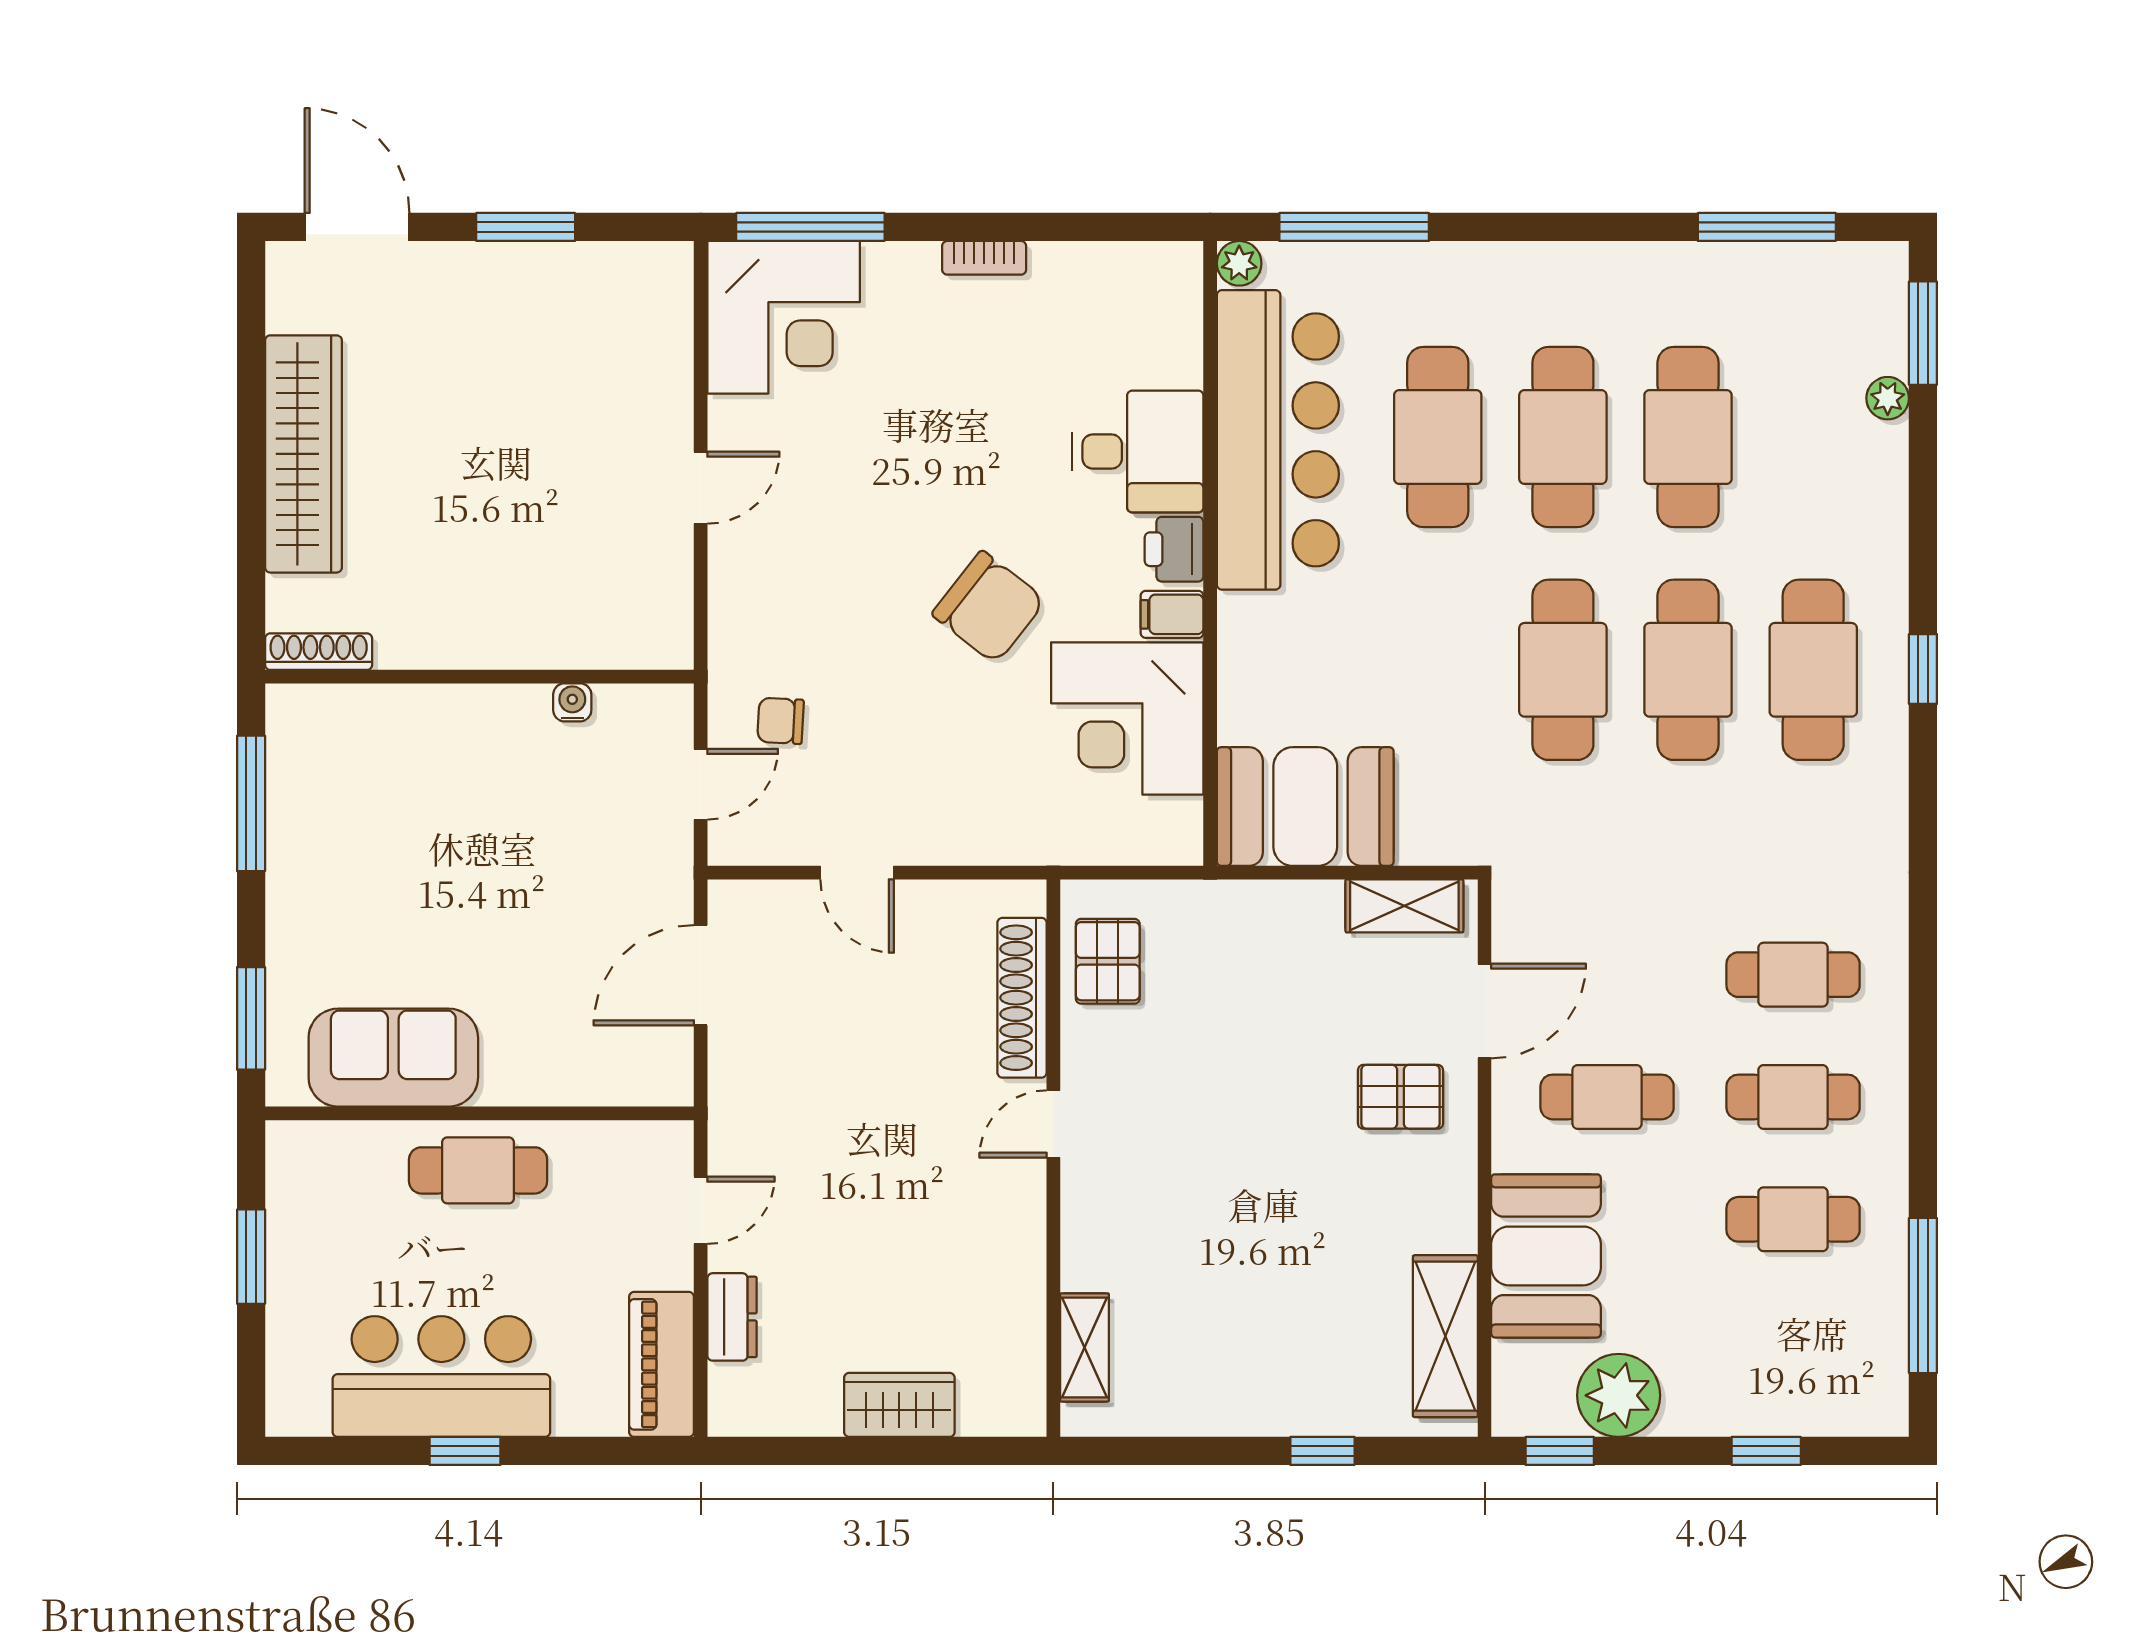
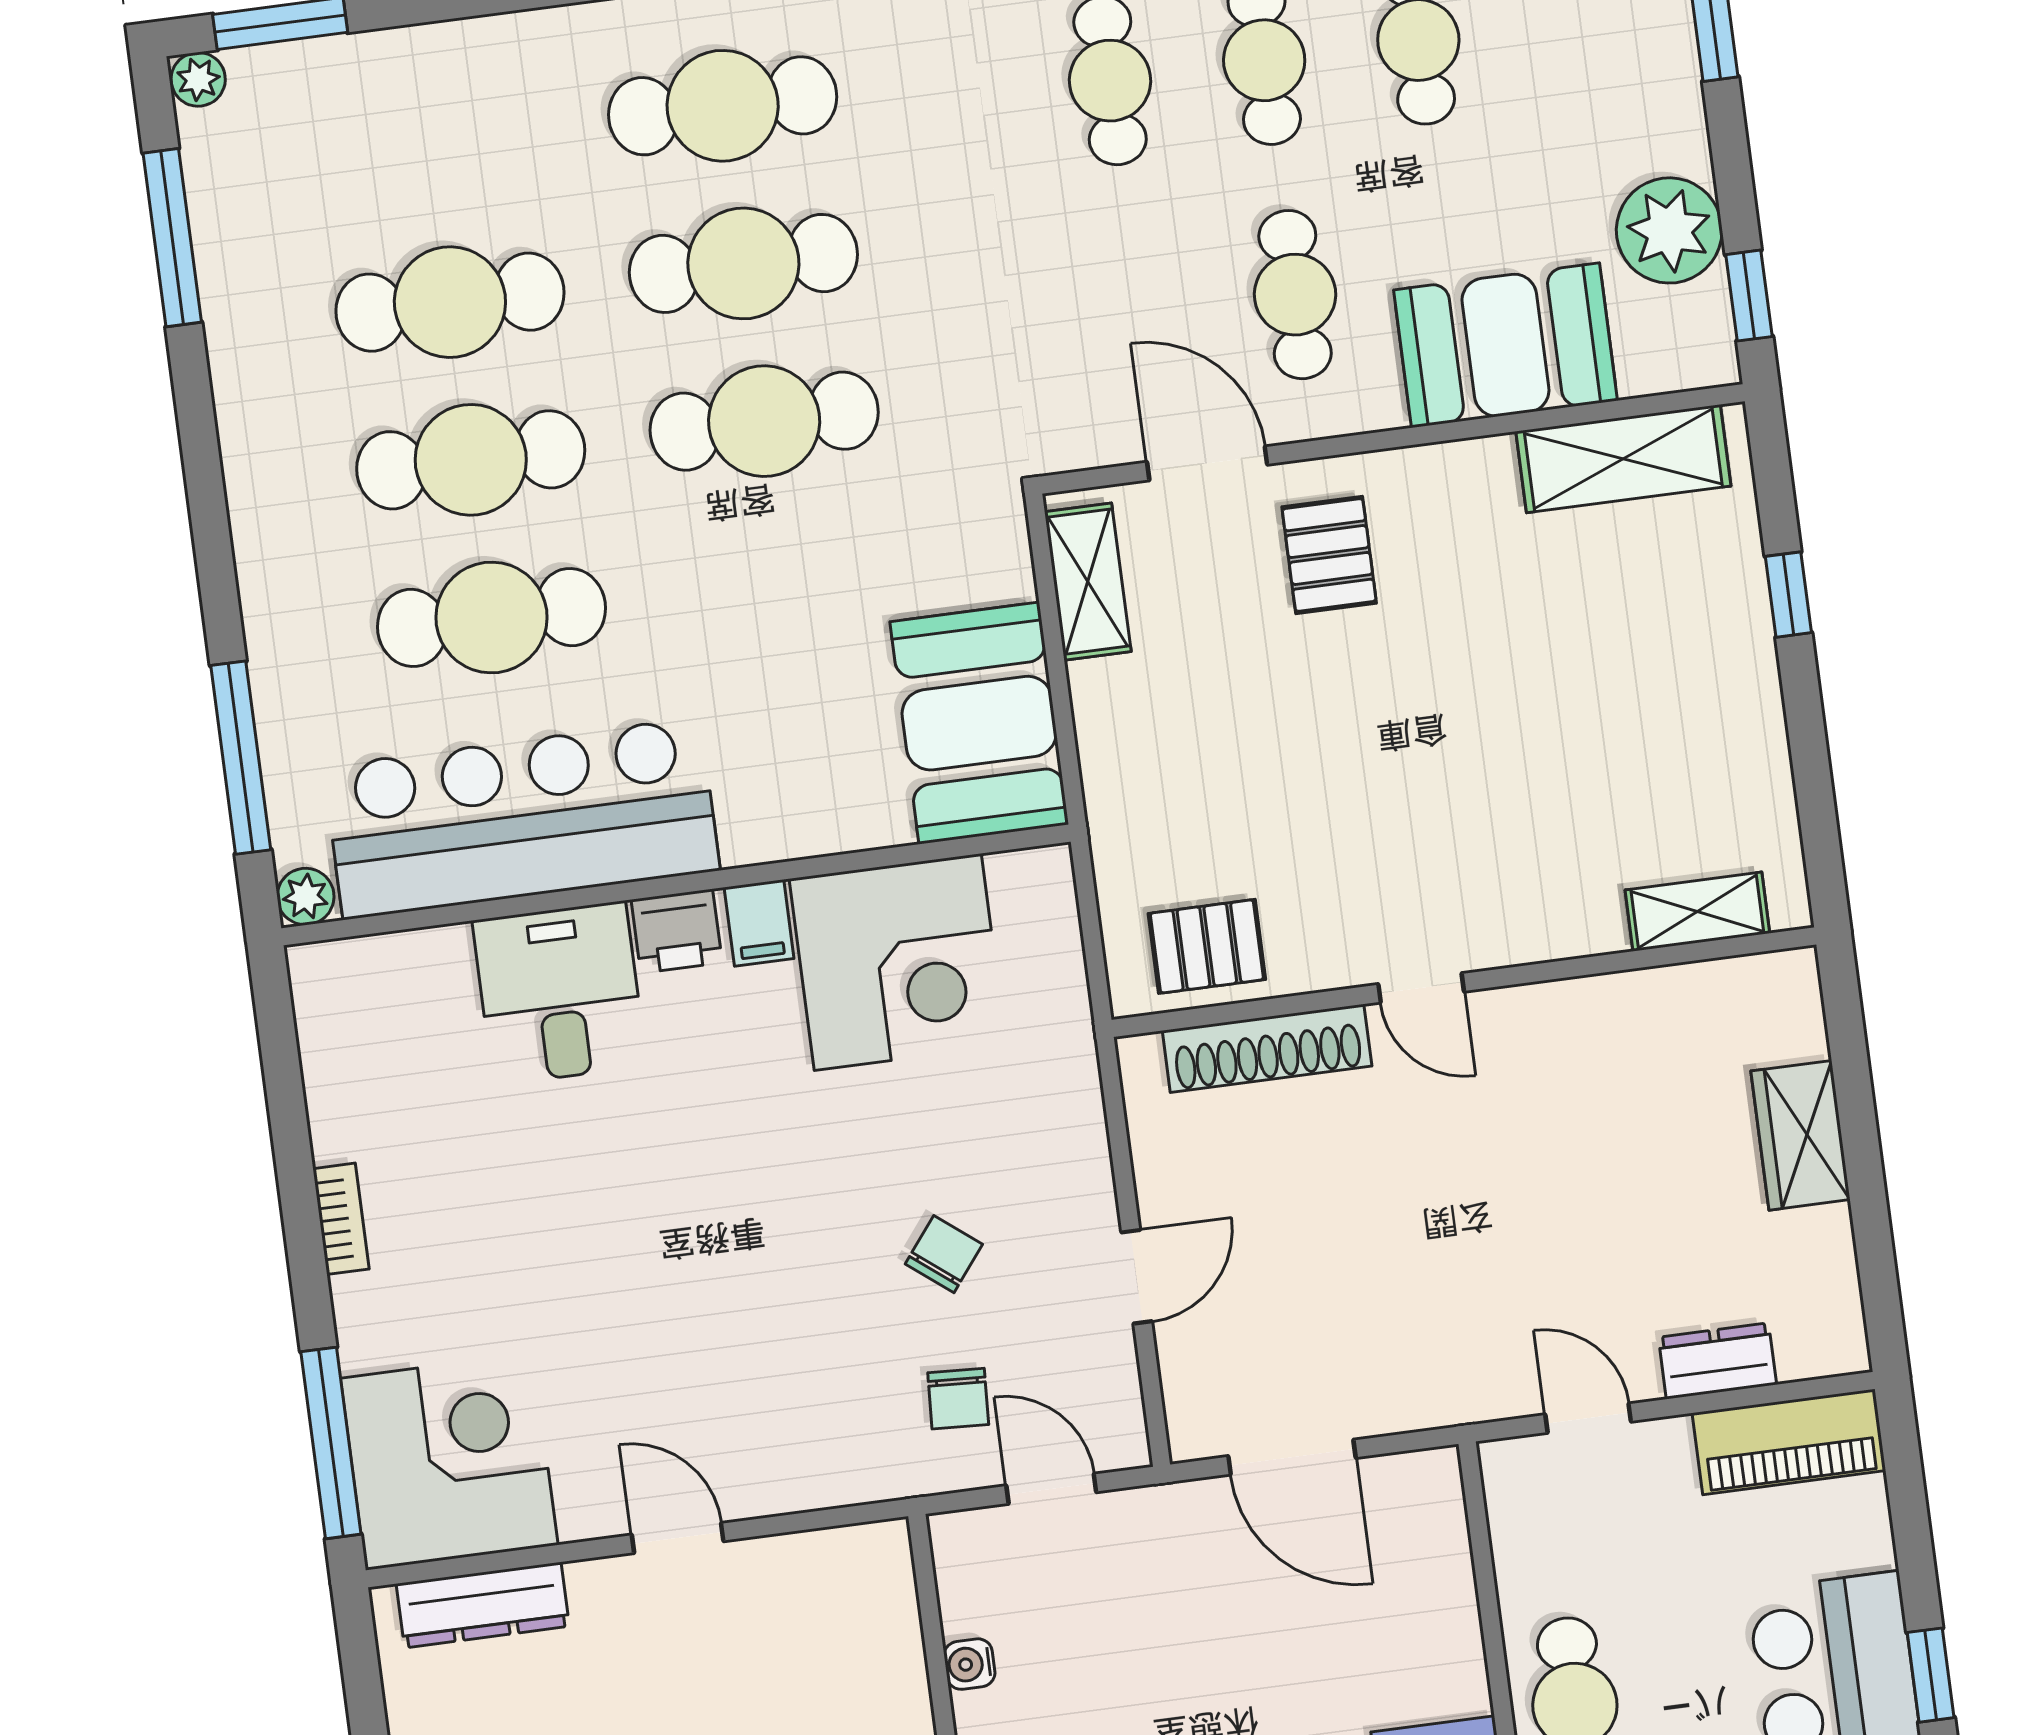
dresser: (668, 329) -> (483, 1605), added
plant: (1888, 398) -> (198, 79), moved
chair: (989, 607) -> (944, 1254), moved, width x0.54, depth x0.54

